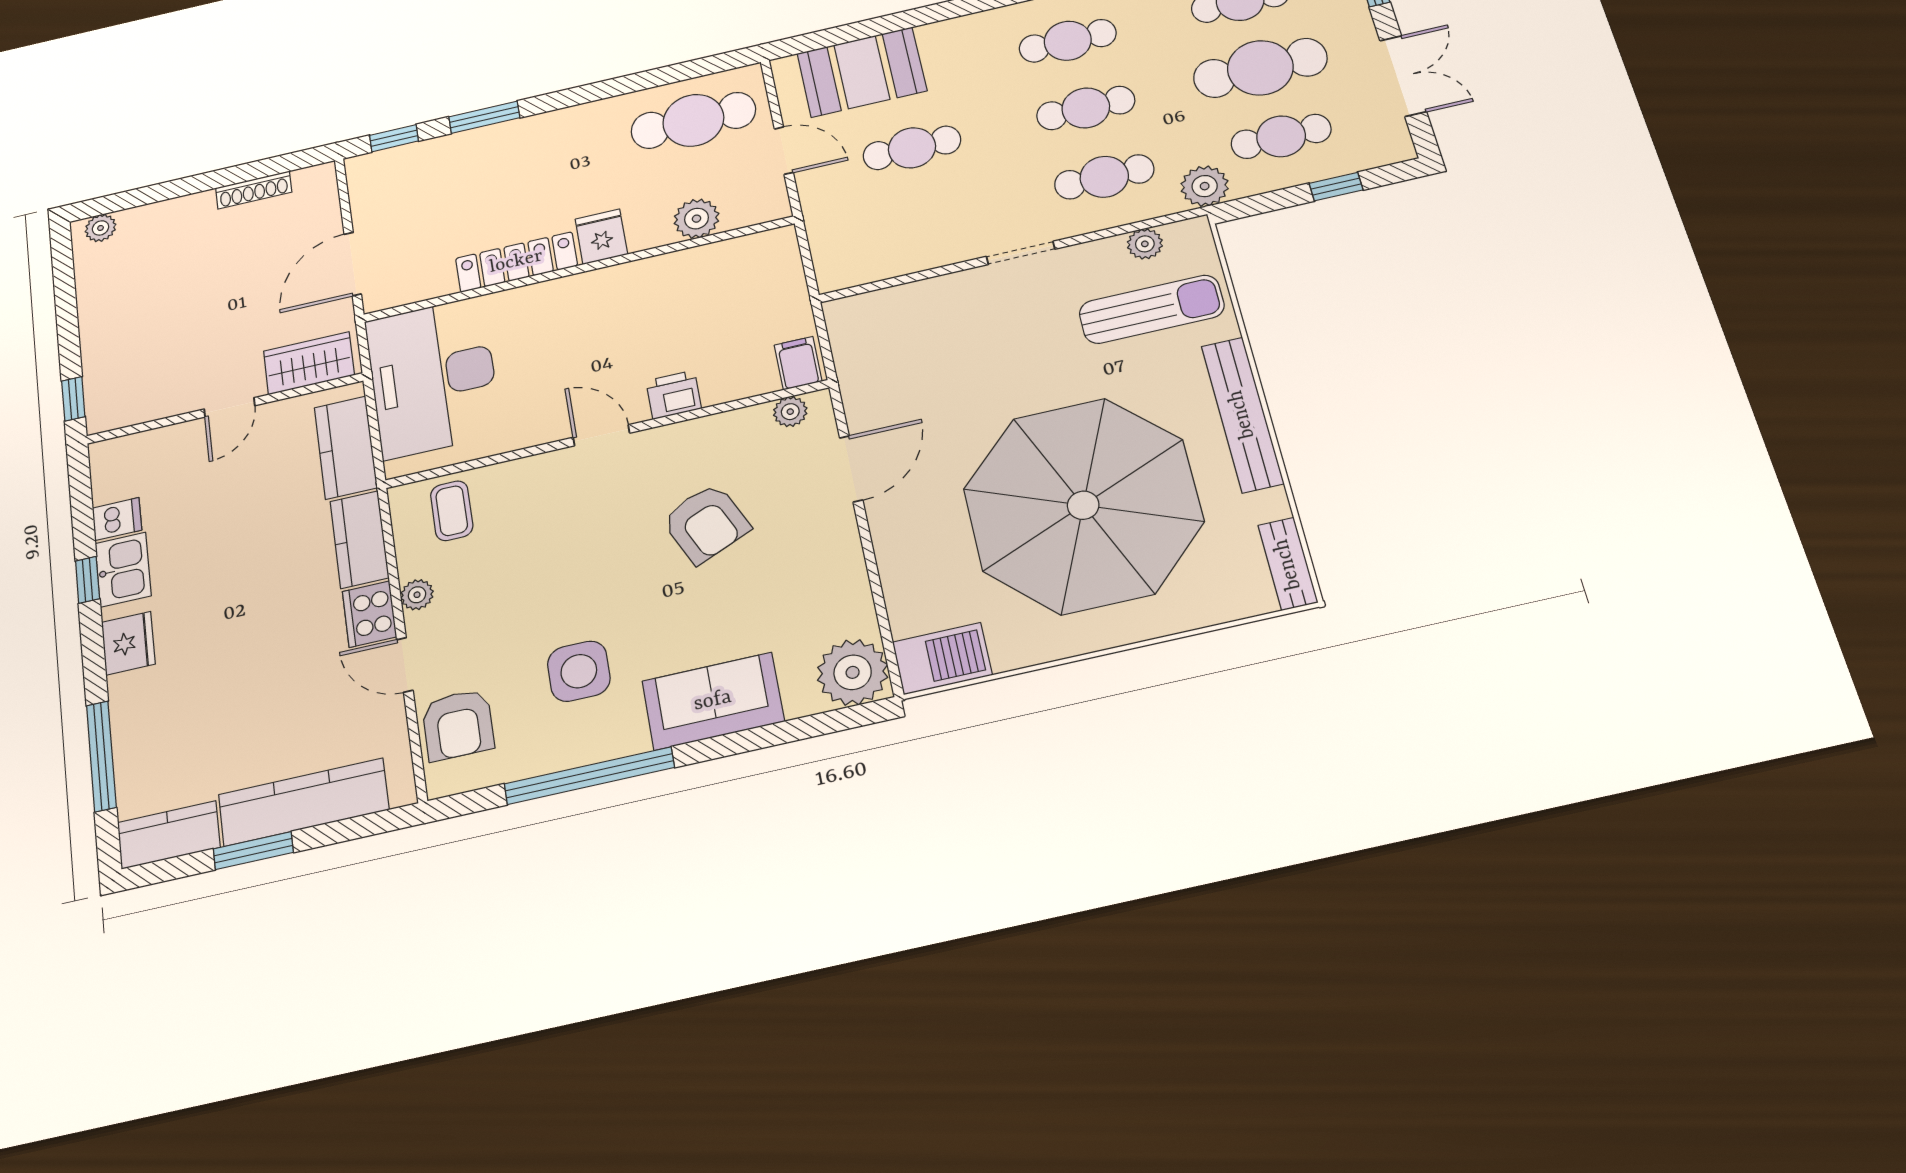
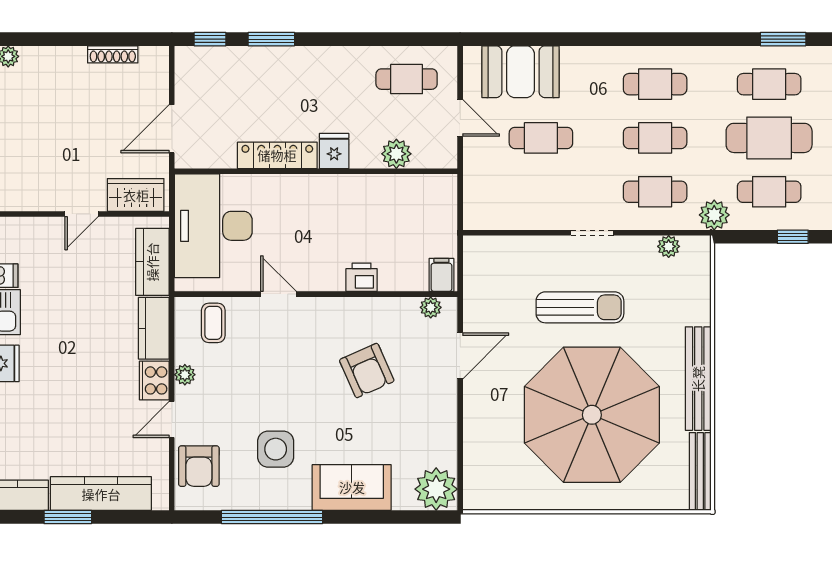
cafe table: (693, 120) -> (407, 79), width x0.73, depth x0.74
sun lounger: (1152, 309) -> (580, 307), moved
door: (601, 435) -> (279, 294), moved
bench: (1288, 564) -> (700, 471), width x1.36
barbecue: (942, 659) -> (490, 493), removed
door: (405, 665) -> (172, 419), hinge flipped

